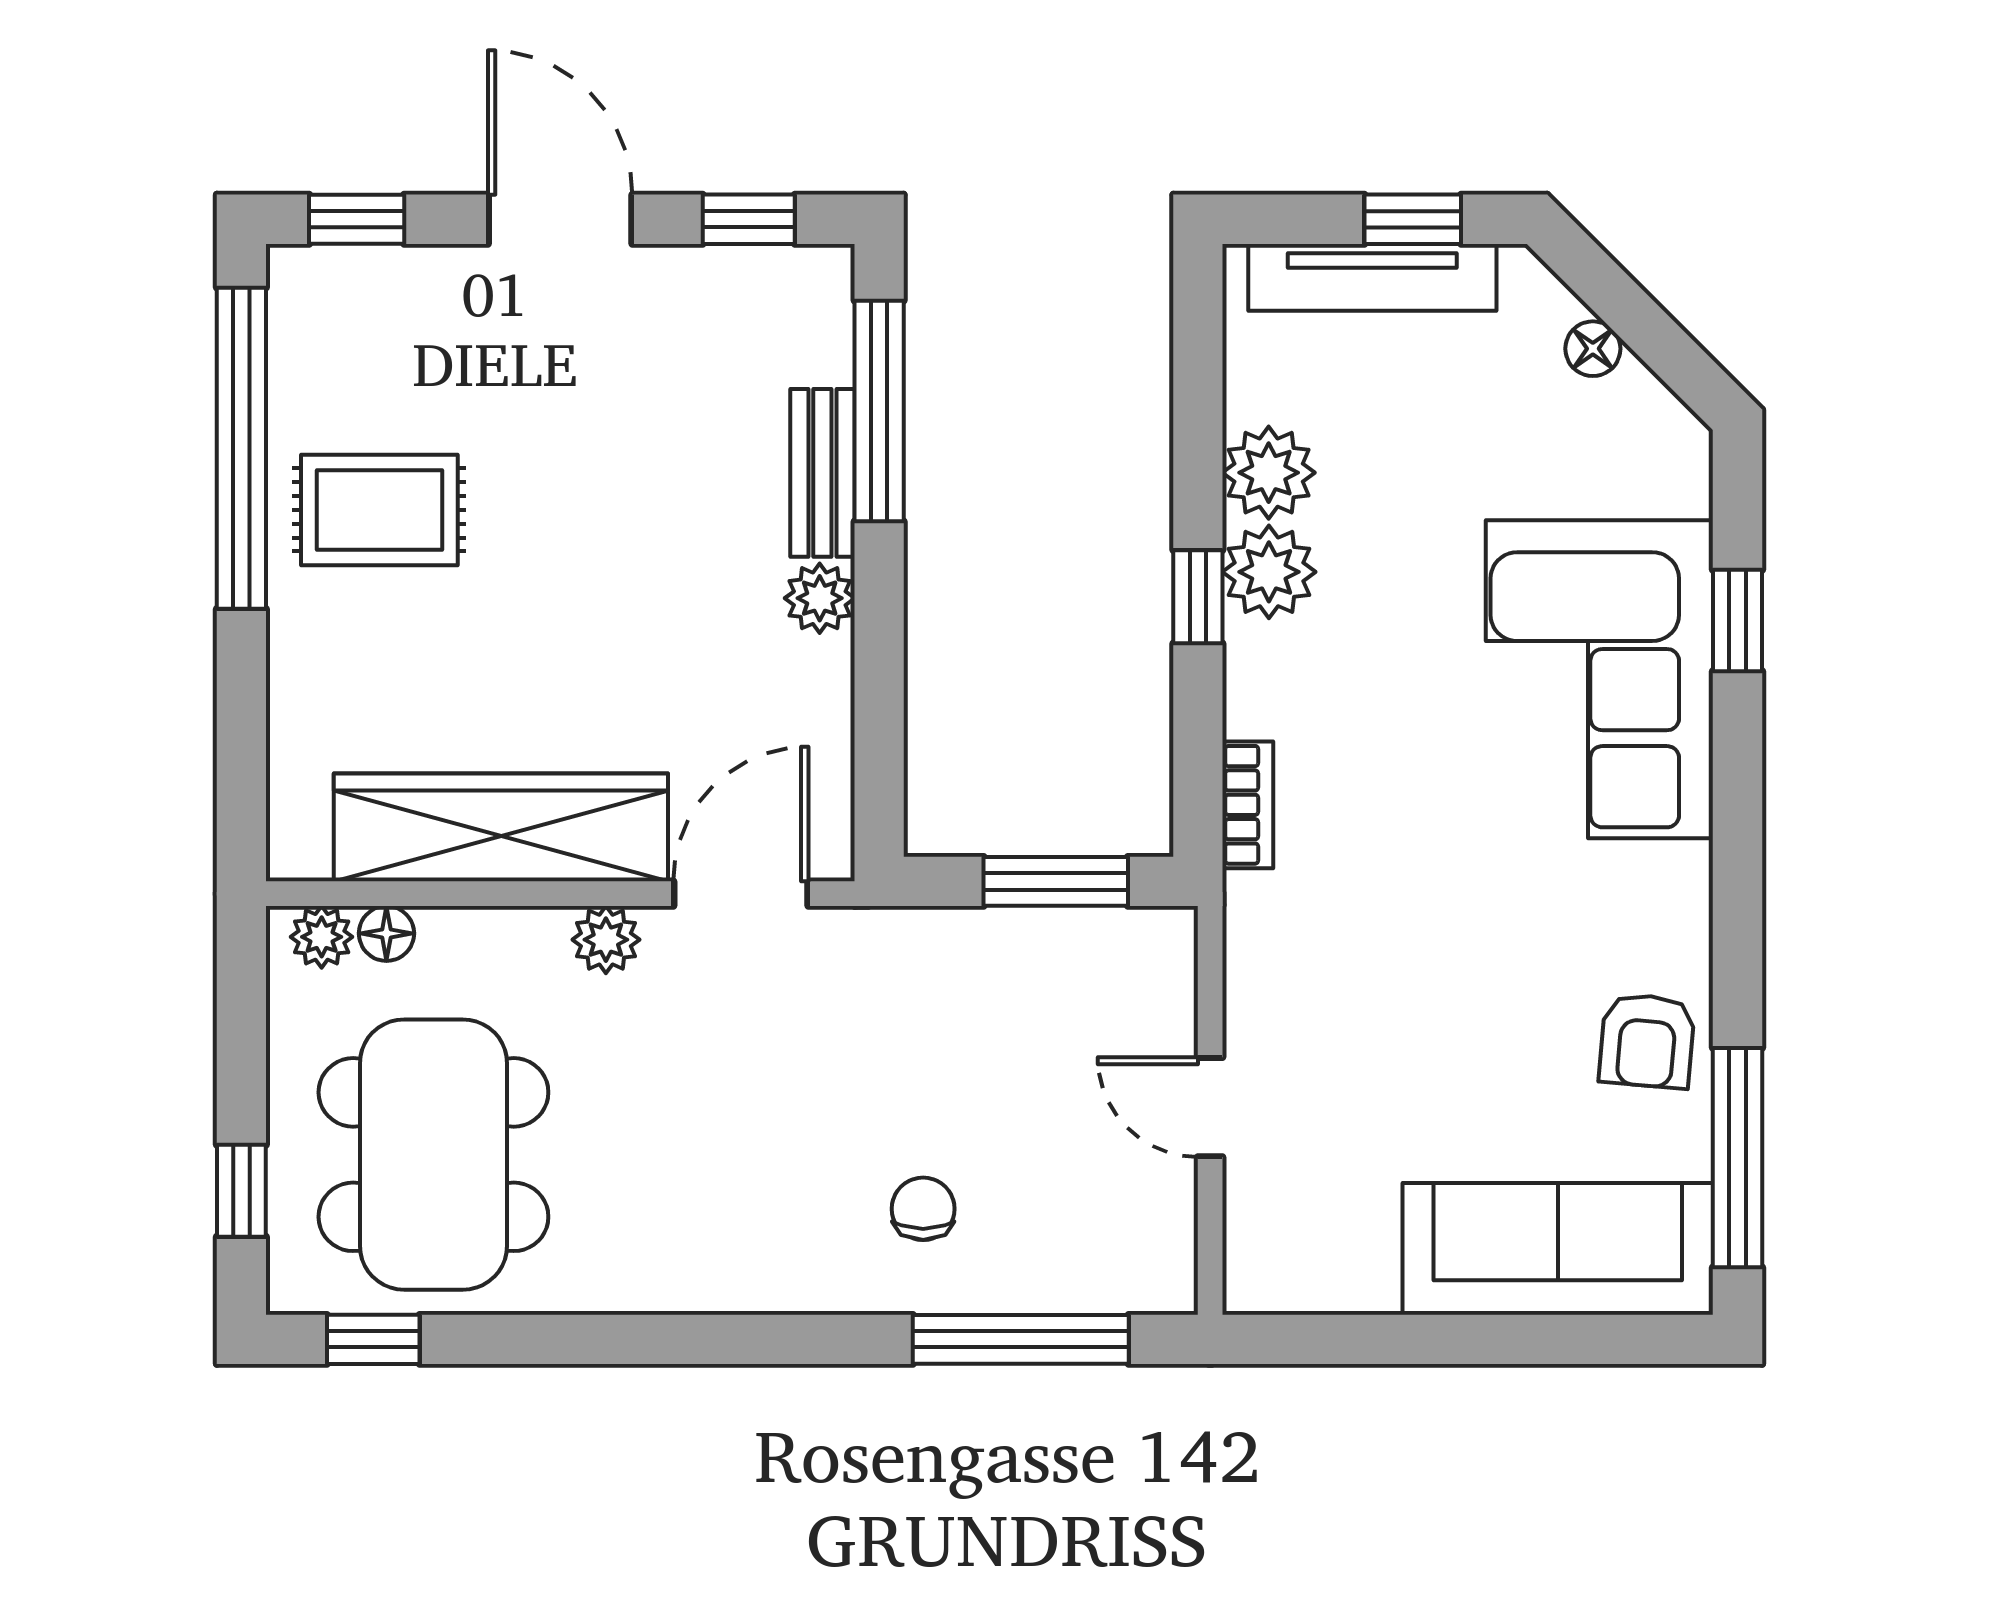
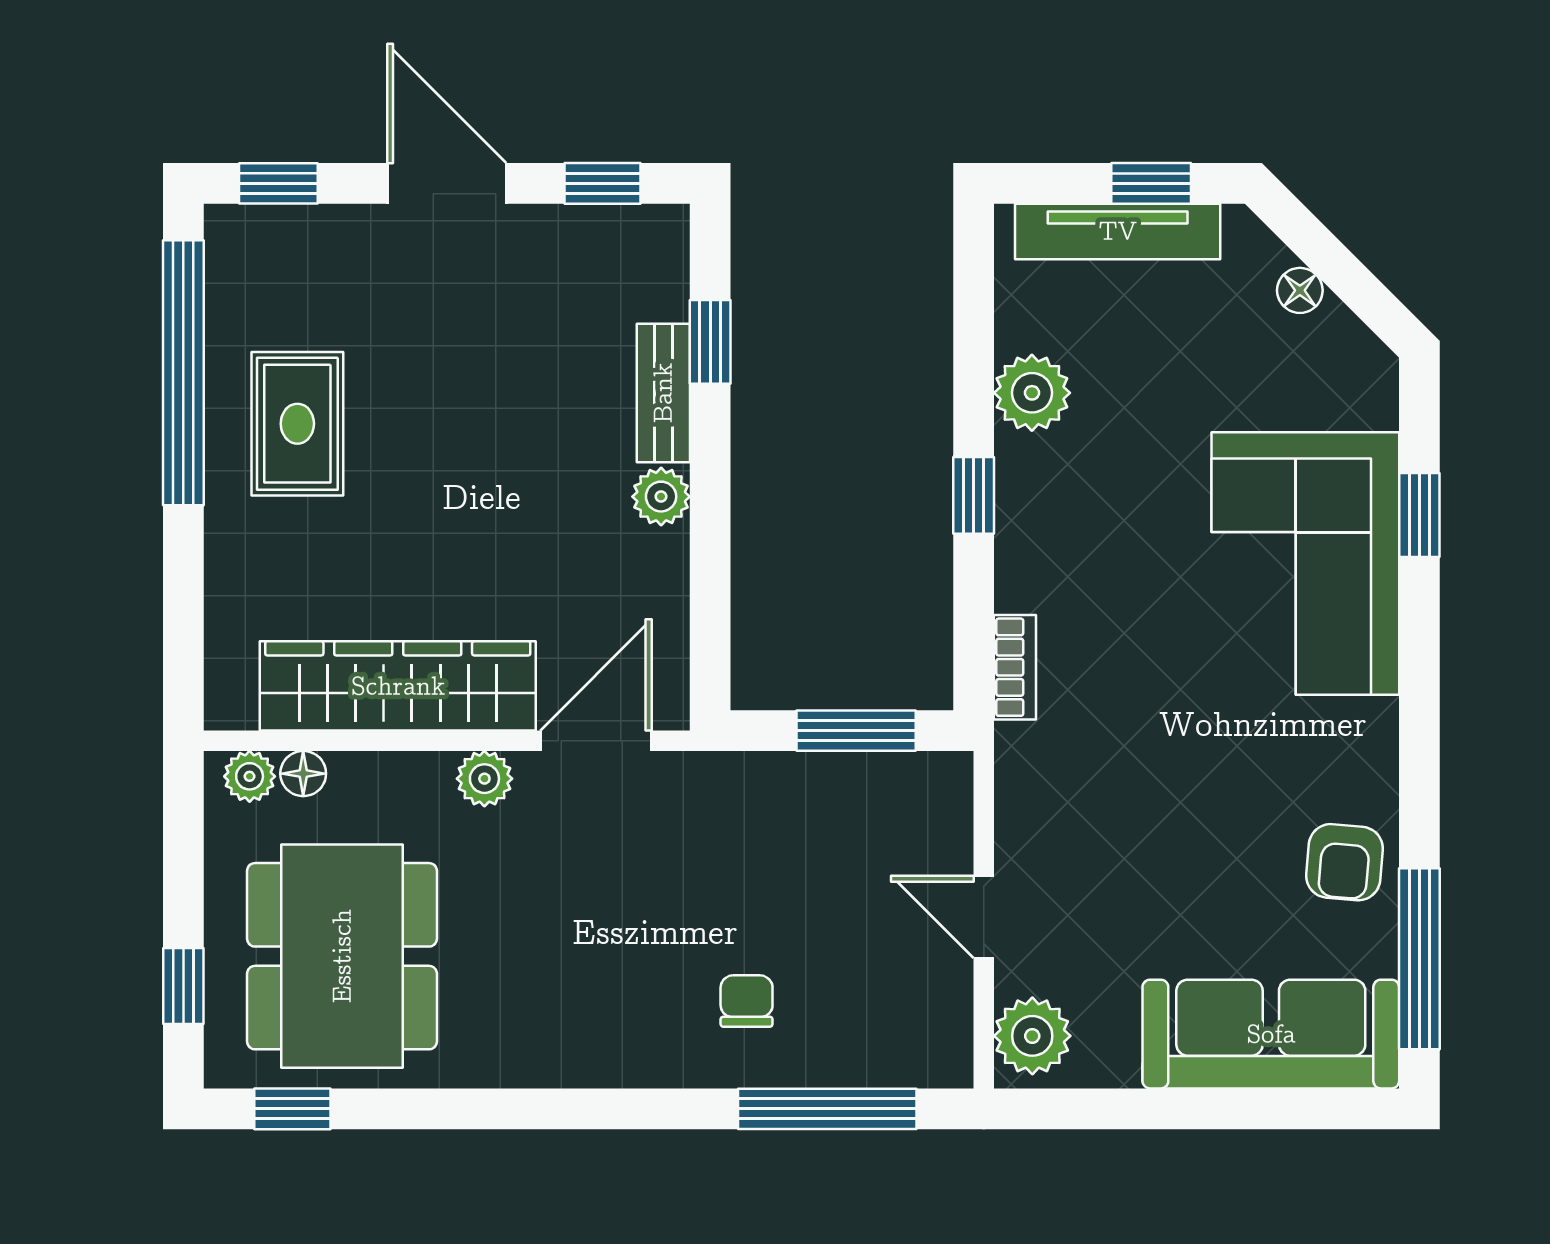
window: (879, 411) -> (710, 342), width x0.46
rug: (379, 510) -> (297, 424), turned 90
plant: (1269, 572) -> (1032, 1036), moved

